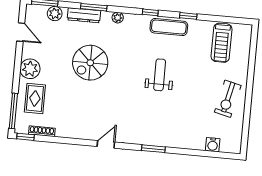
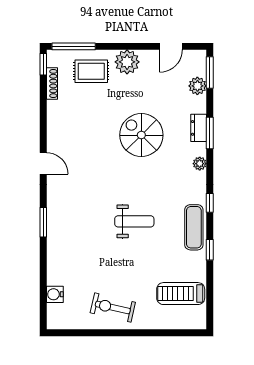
dresser: (84, 15) -> (199, 128), width x0.70

